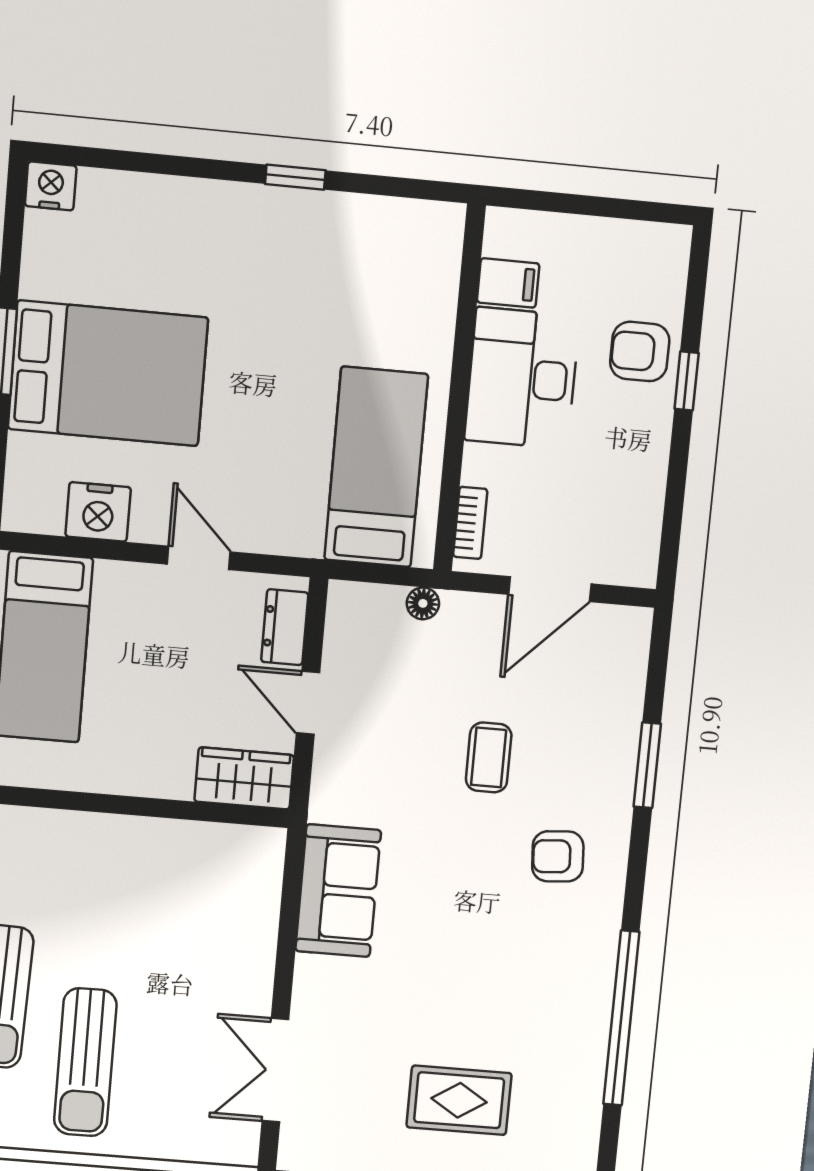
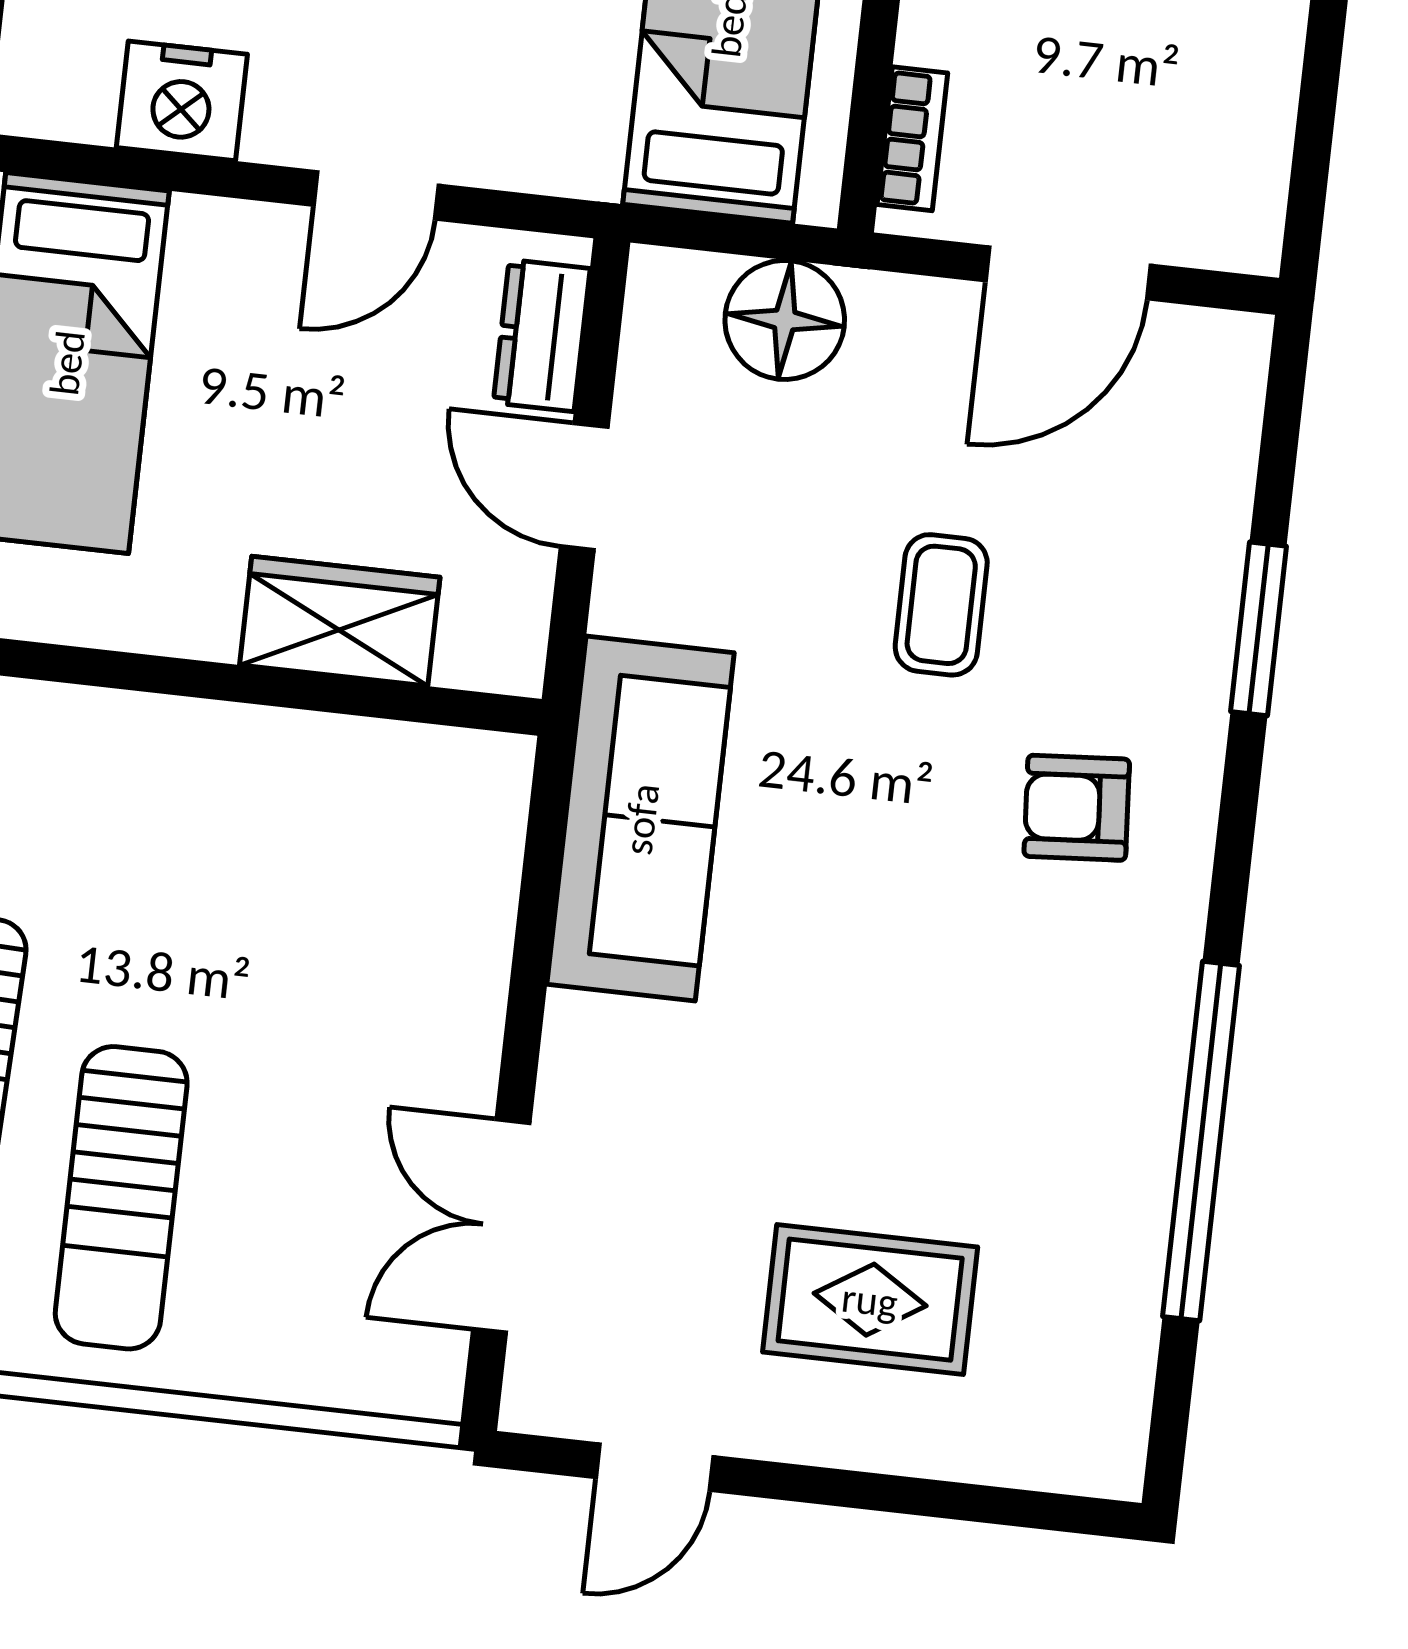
door: (199, 558) -> (376, 195), swing flipped
floor lamp: (423, 603) -> (785, 320), width x1.89, depth x1.89
wardrobe: (244, 778) -> (340, 621), moved
sofa: (338, 891) -> (641, 819), width x1.36

